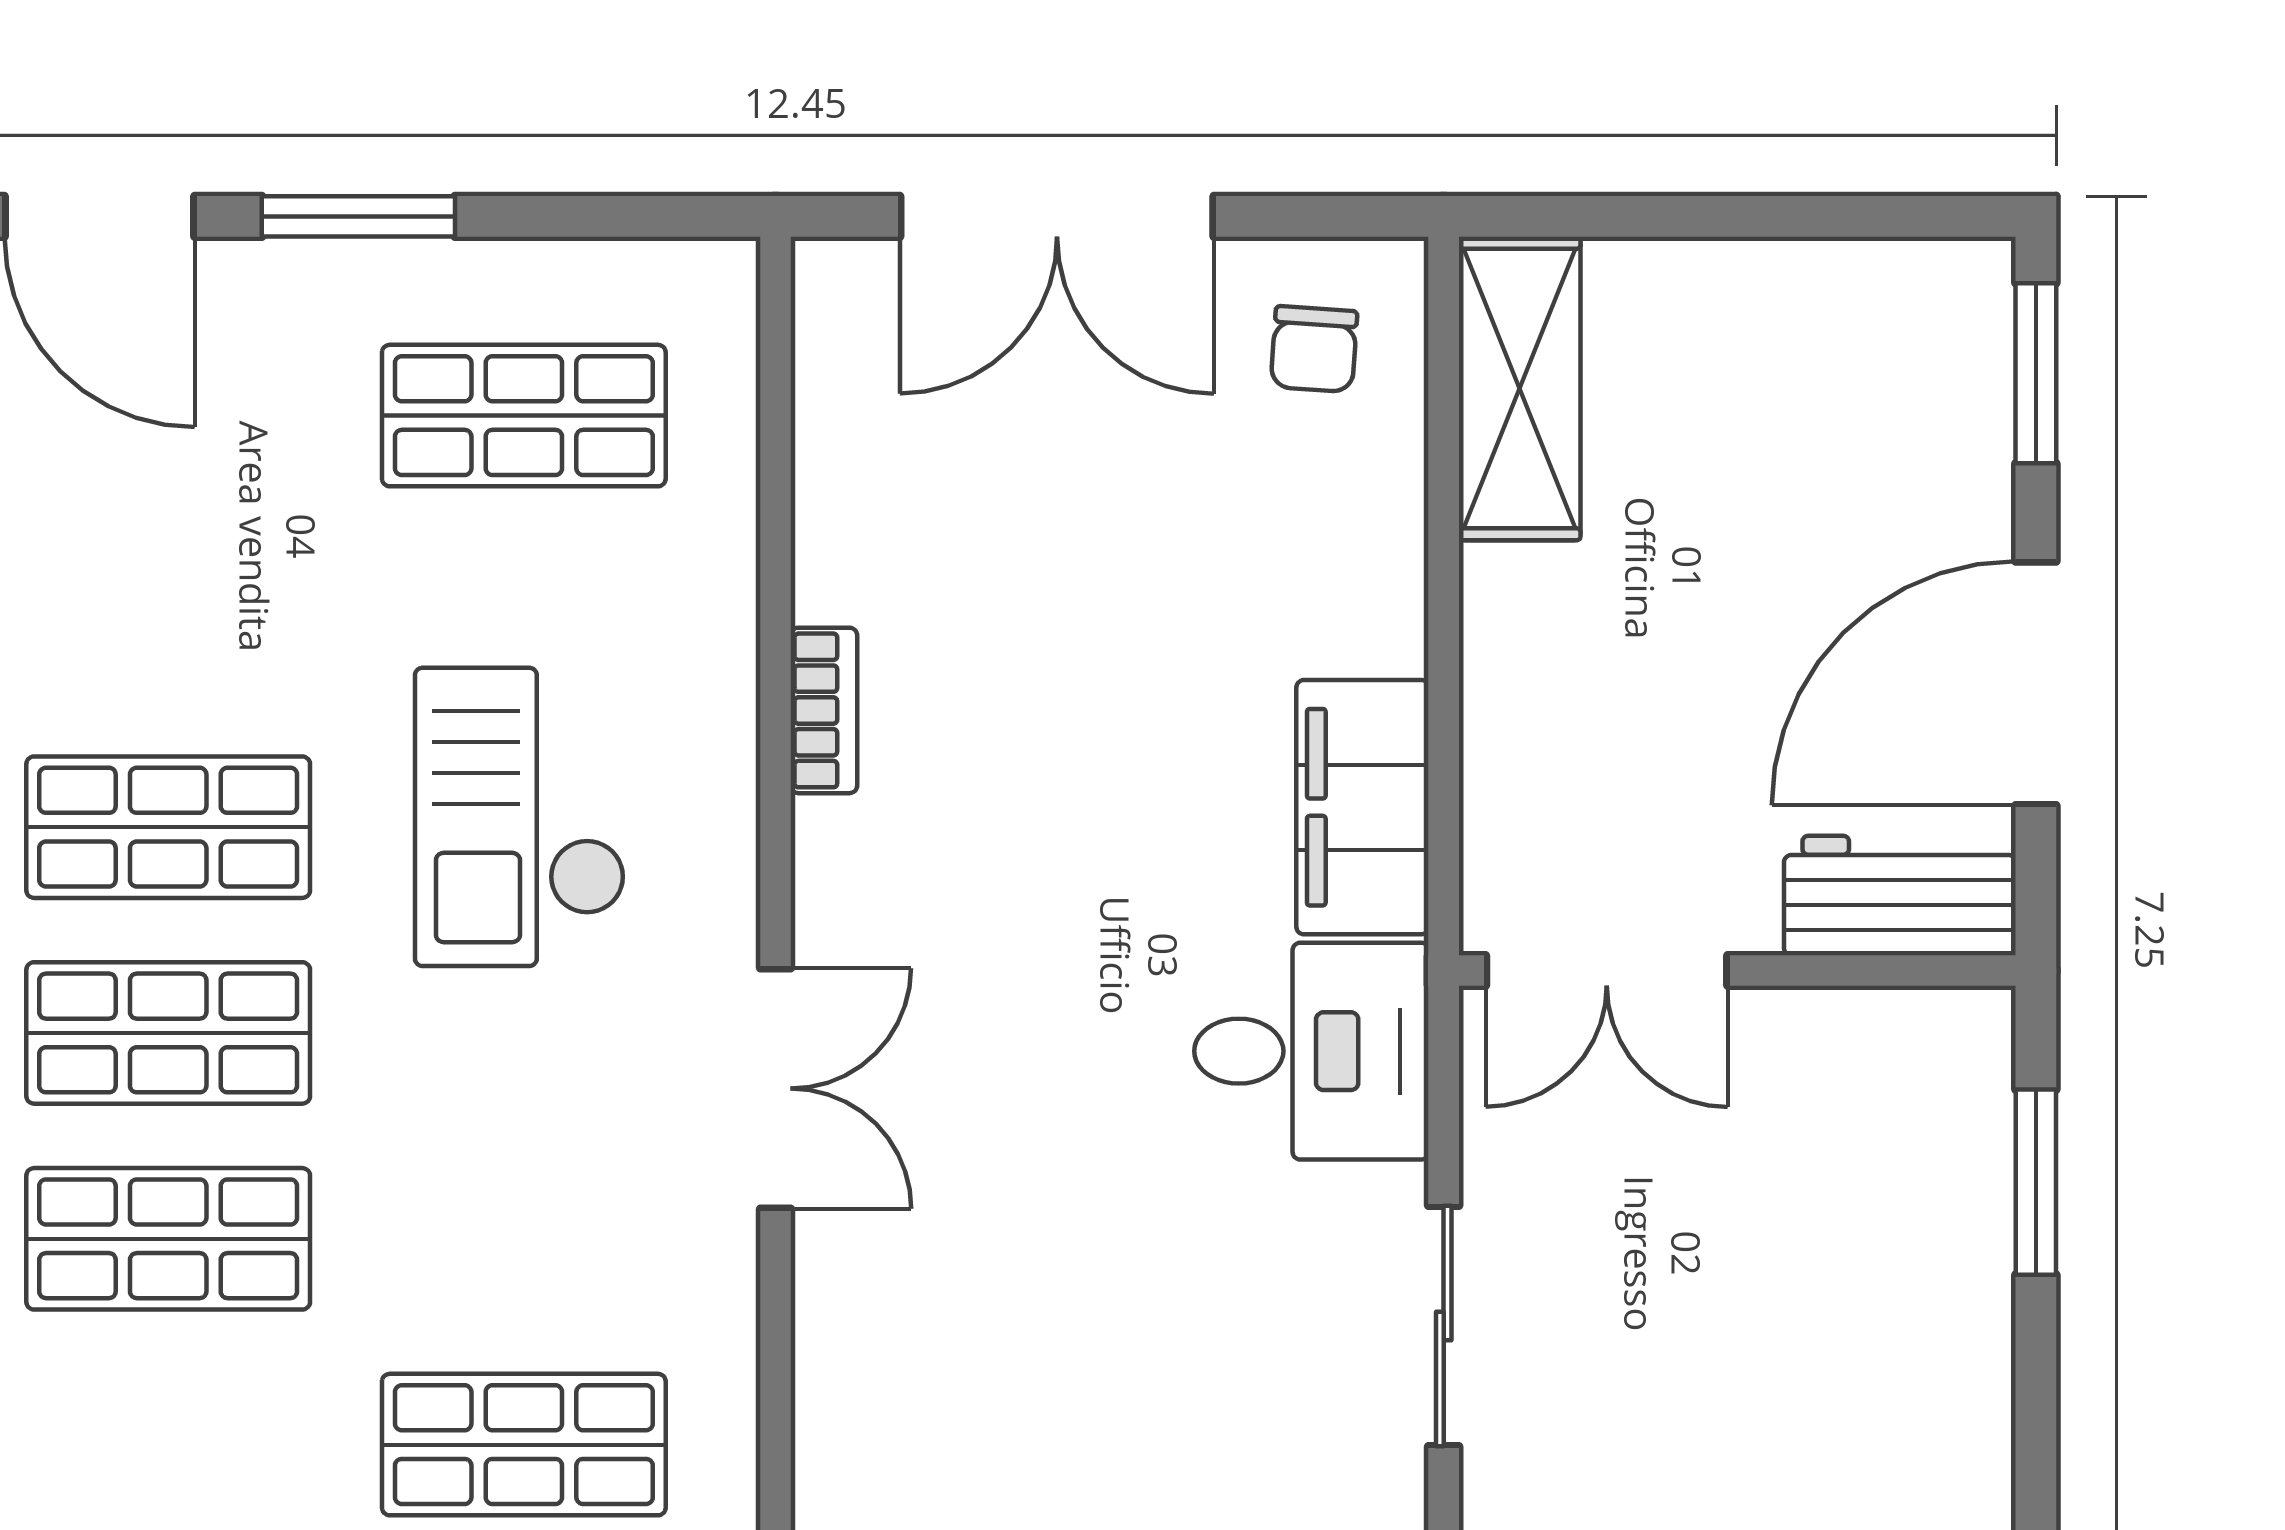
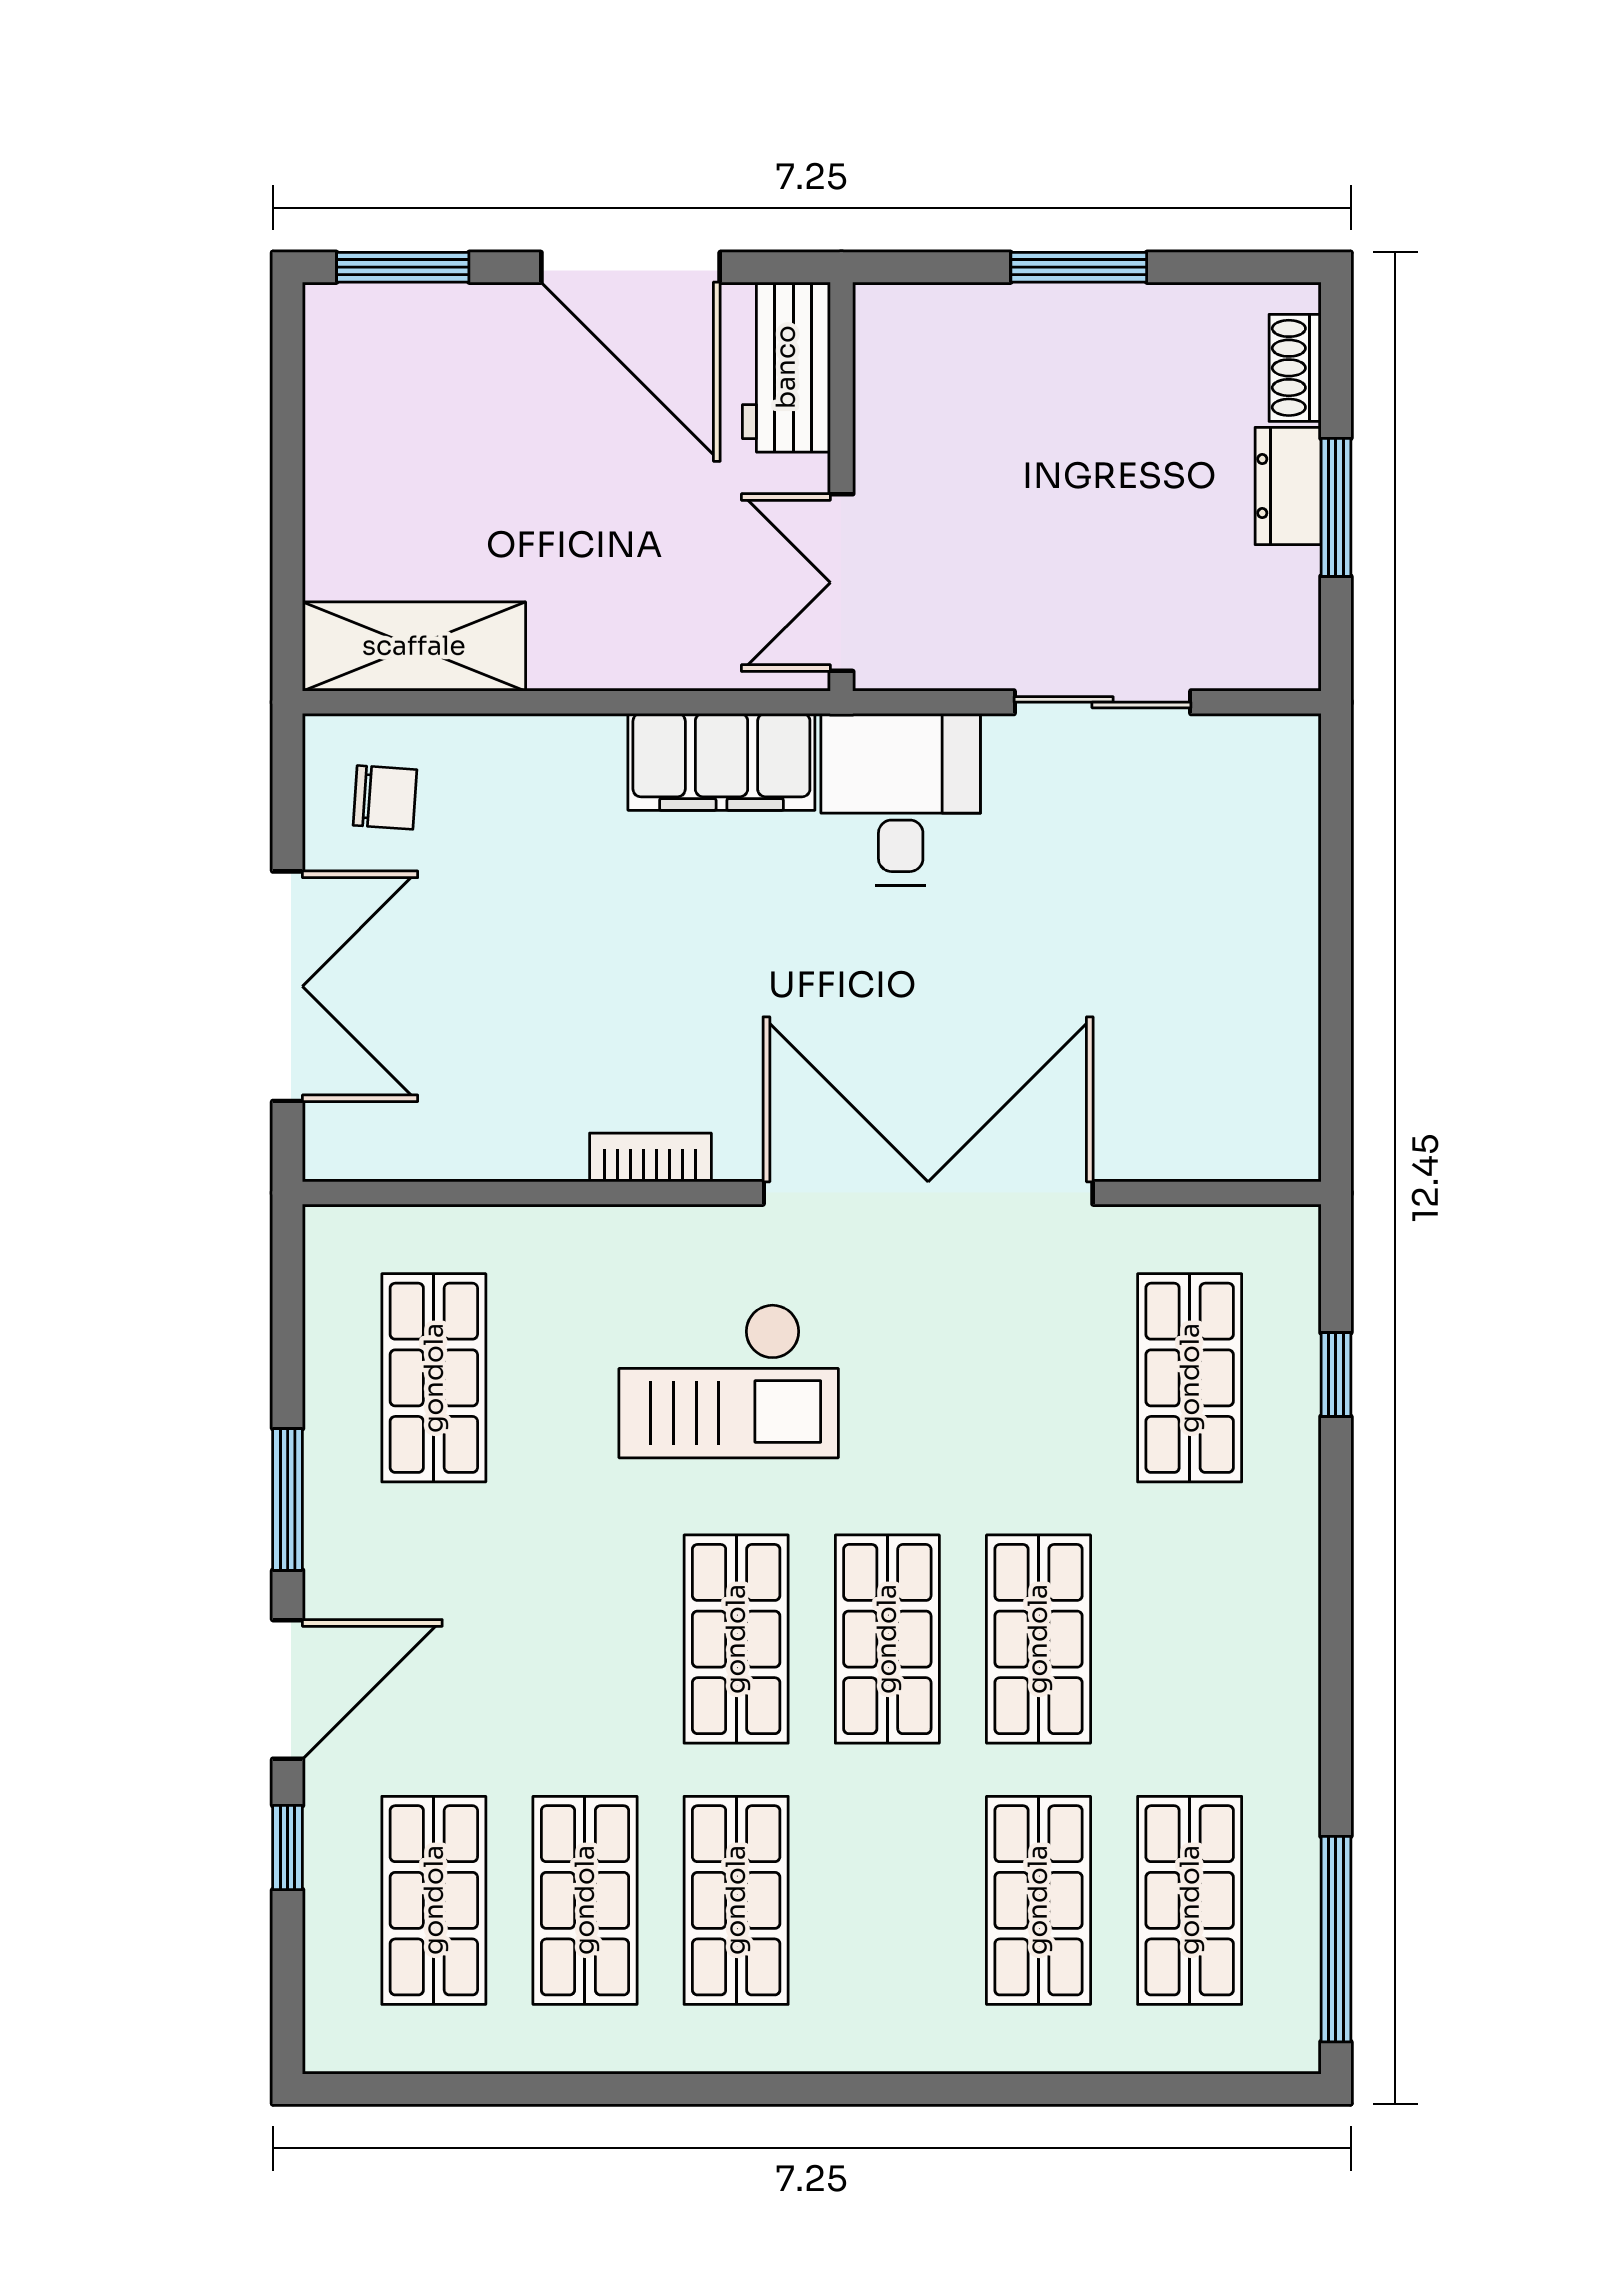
double door: (1607, 971) -> (841, 583), swing flipped
double door: (776, 1088) -> (928, 1193), width x1.87
window: (2036, 1182) -> (1079, 267), moved

